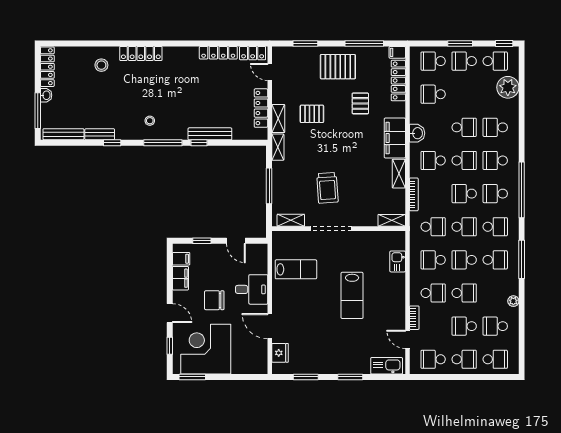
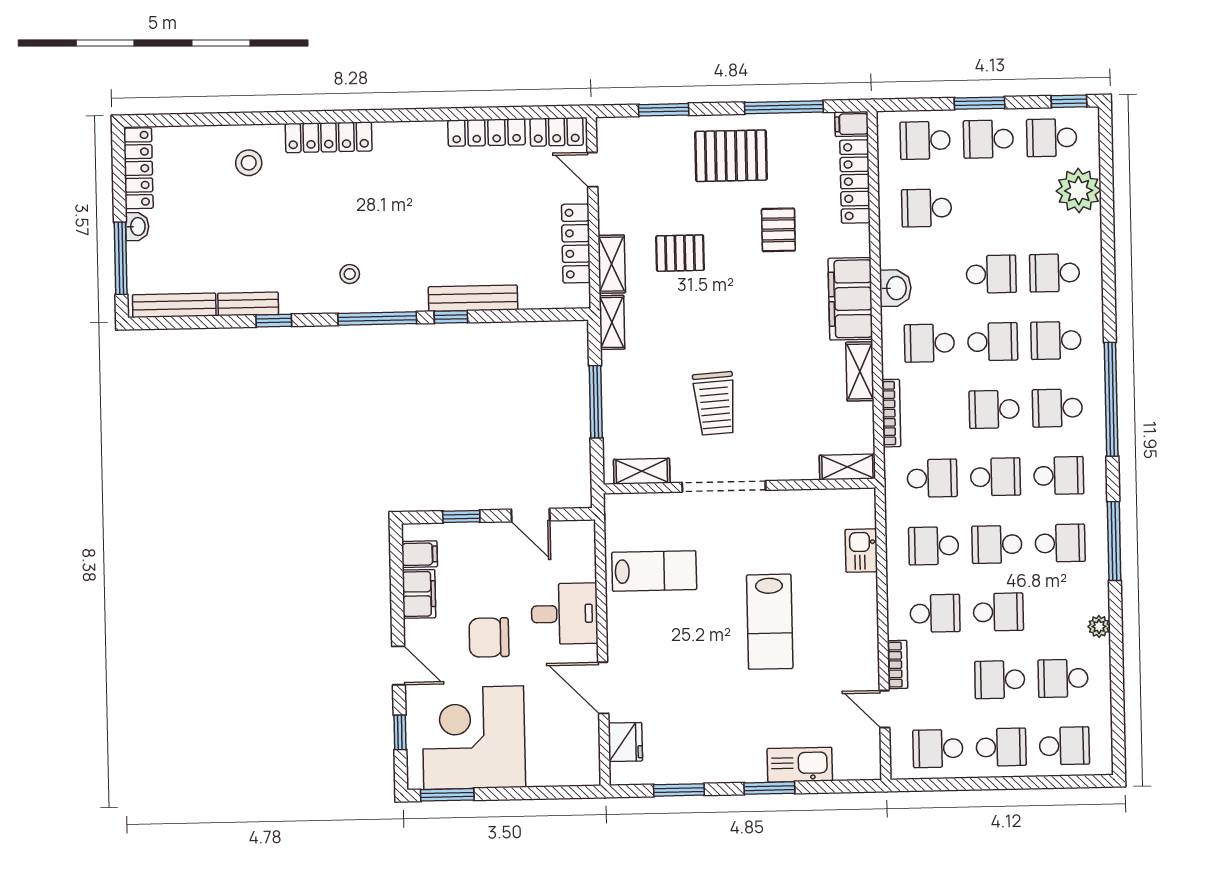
school desk: (495, 61) -> (1052, 138), turned 180
kitchen sink: (387, 366) -> (800, 765), moved

